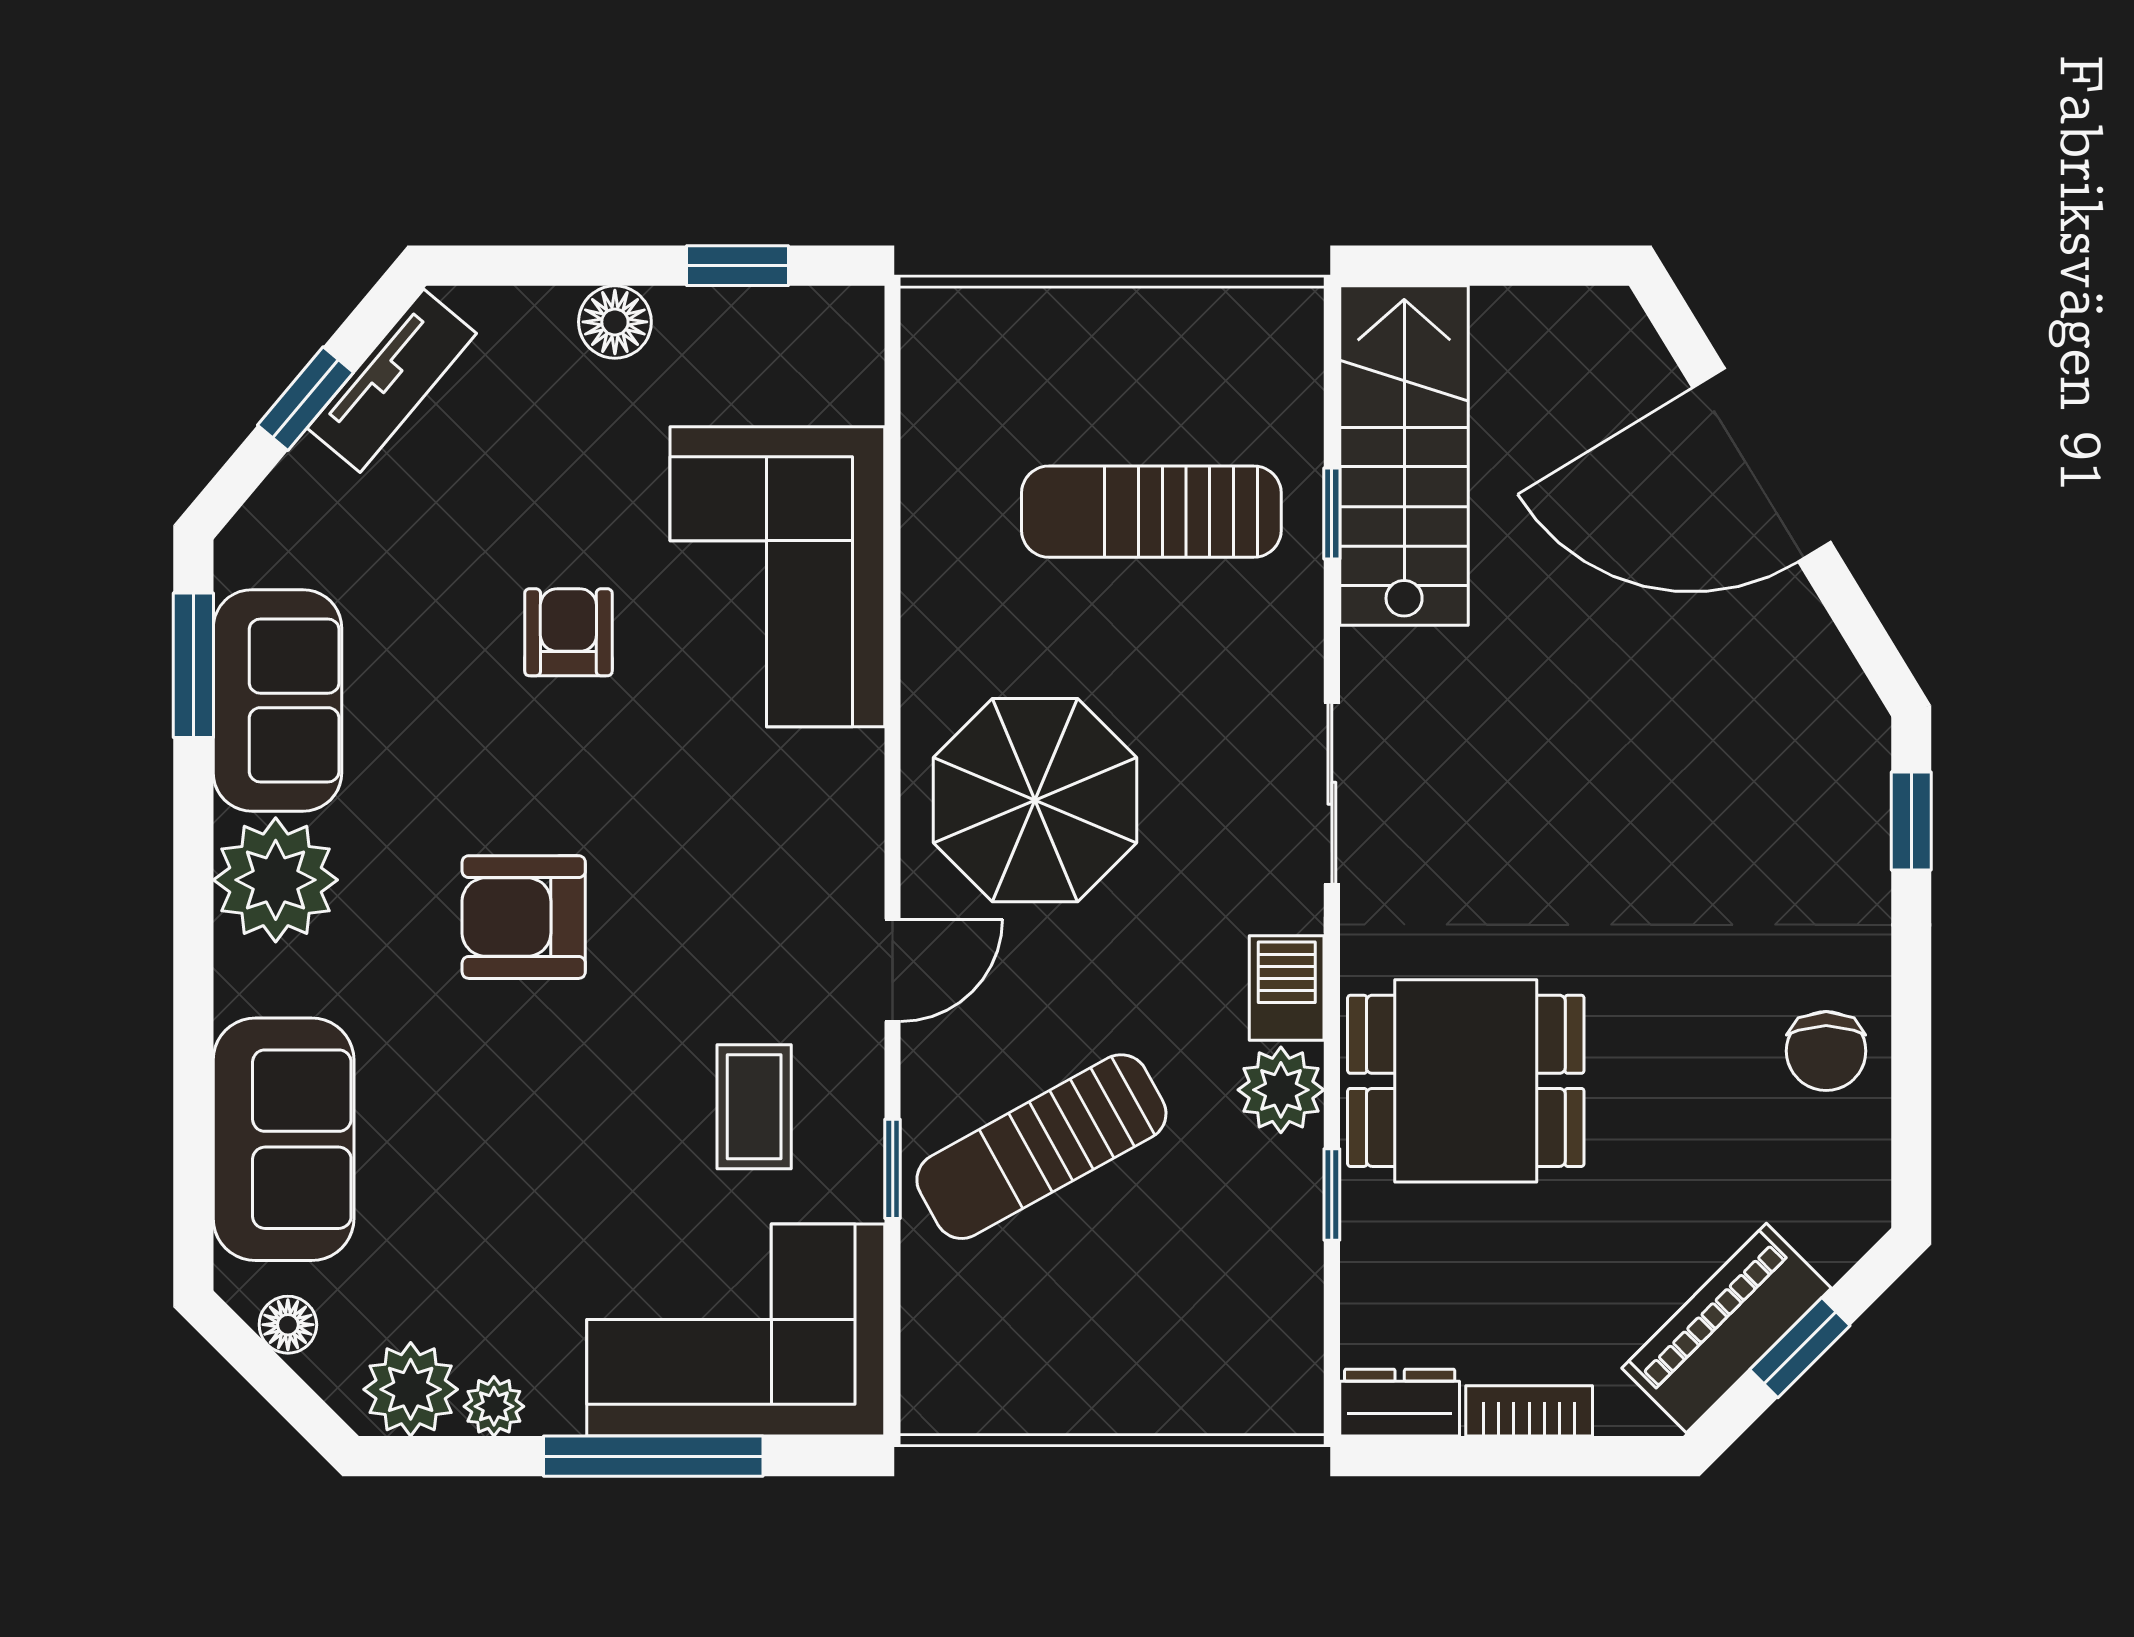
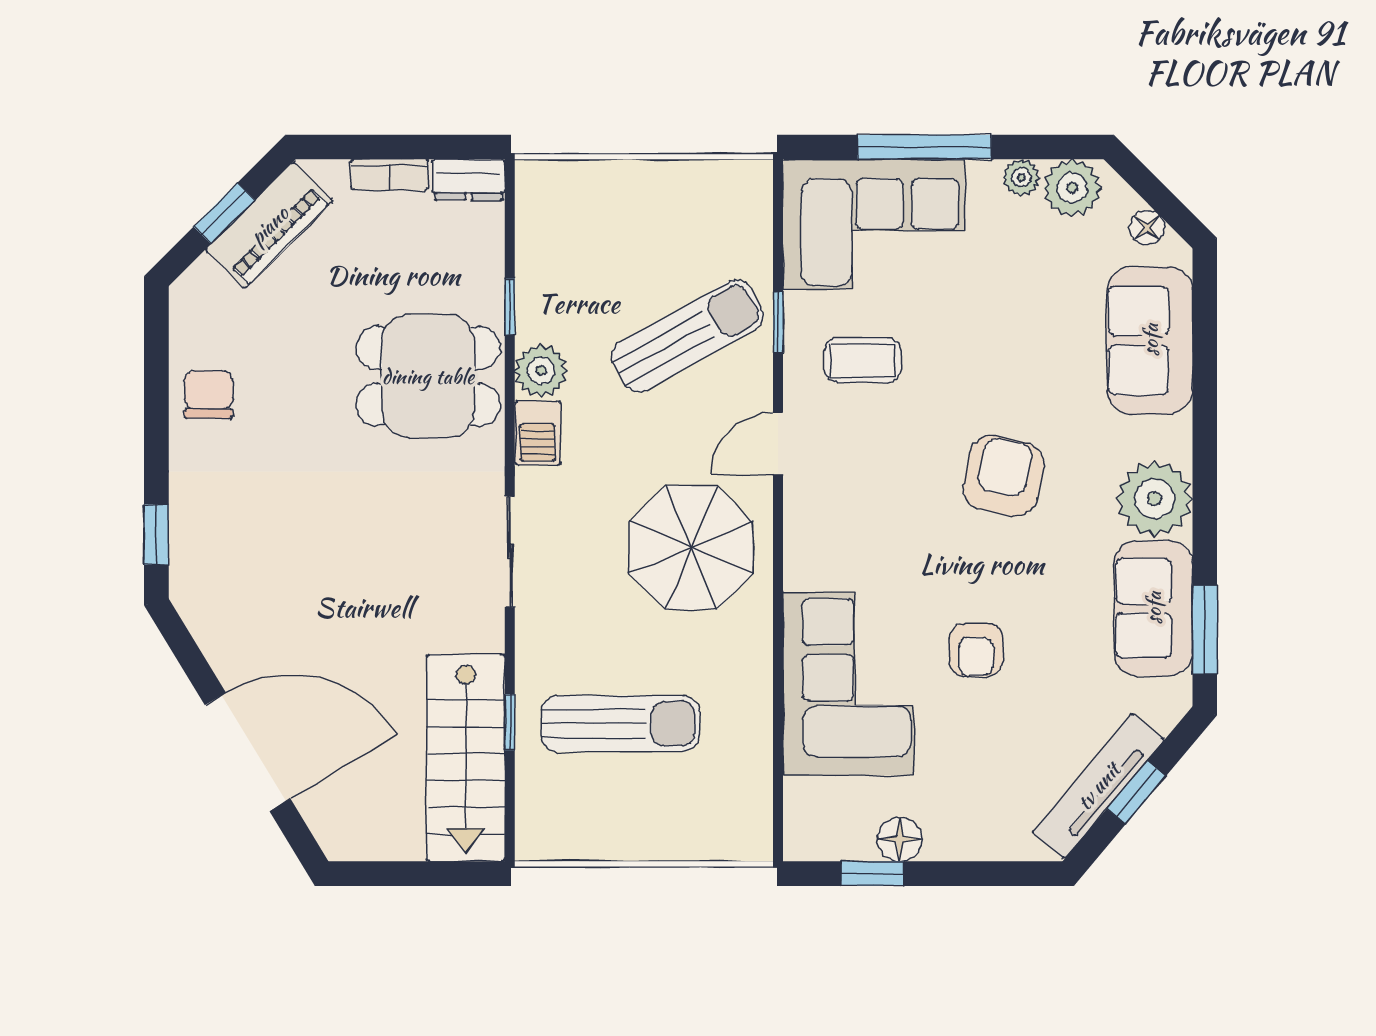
floor lamp: (615, 322) -> (900, 839), moved
tv unit: (392, 381) -> (1098, 786), width x1.41
armchair: (524, 917) -> (1003, 476), turned -78
coffee table: (754, 1107) -> (863, 360), turned 90

